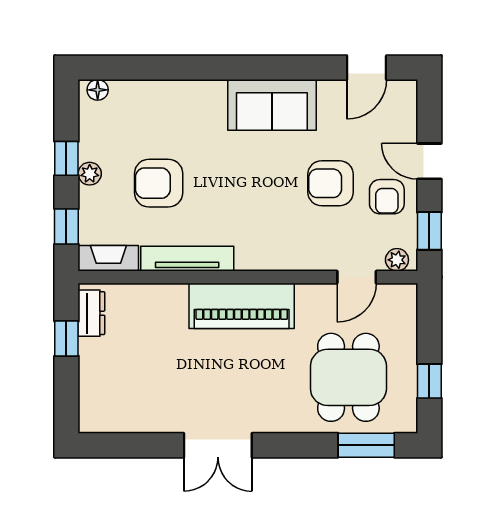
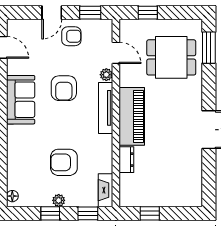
armchair: (159, 183) -> (64, 162), turned 90
armchair: (331, 183) -> (64, 88), moved
tv unit: (187, 259) -> (106, 108), moved
plant: (397, 260) -> (106, 75), moved
dresser: (91, 313) -> (126, 160), moved, turned 90
window: (429, 381) -> (148, 13), moved

